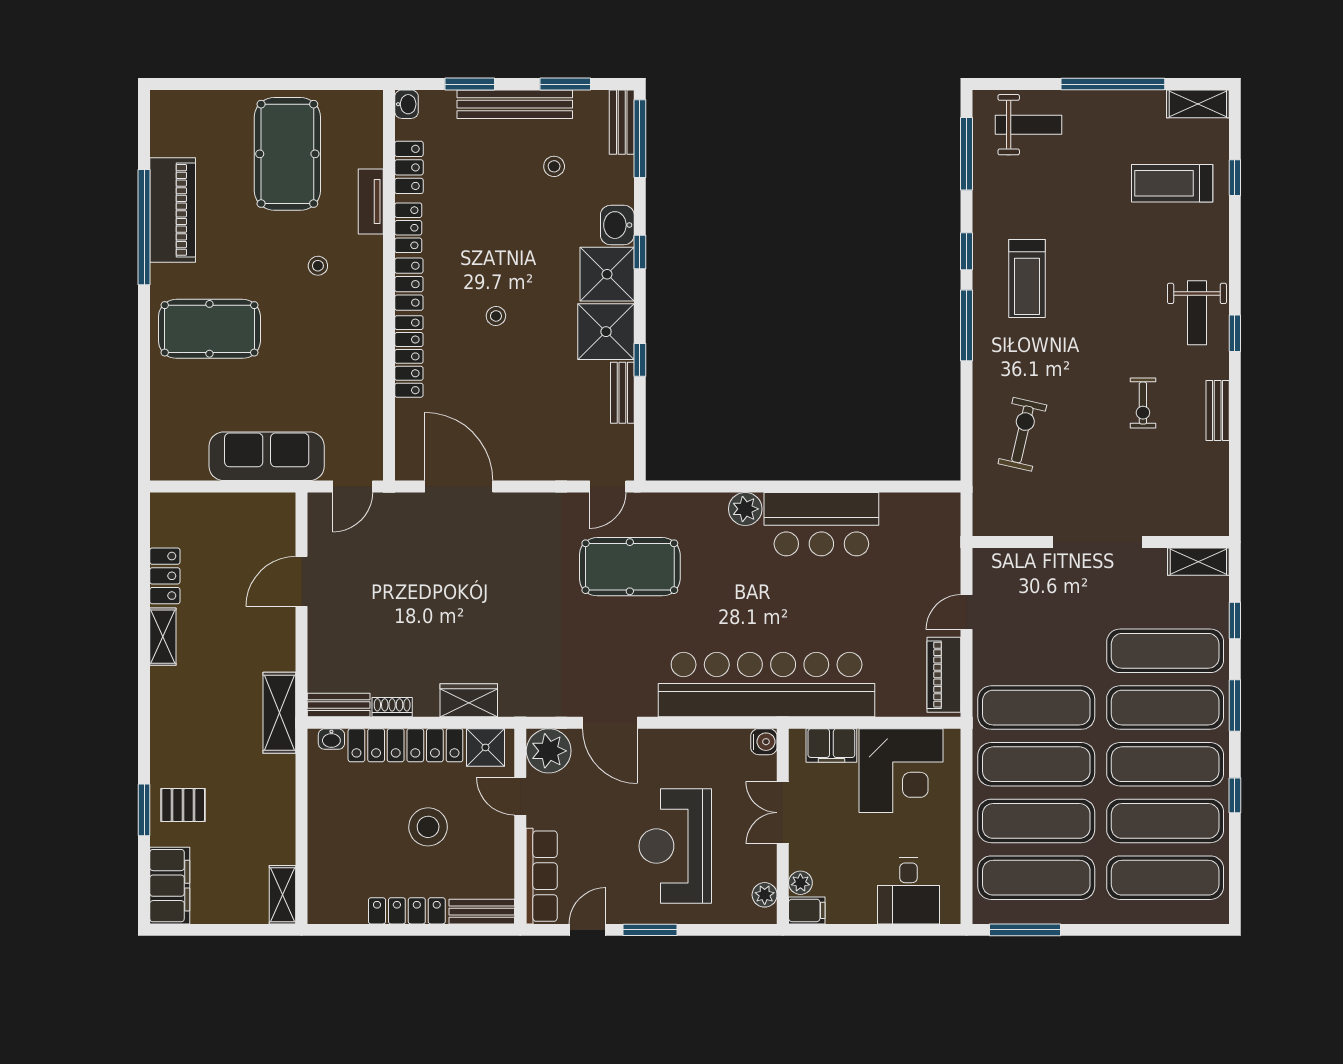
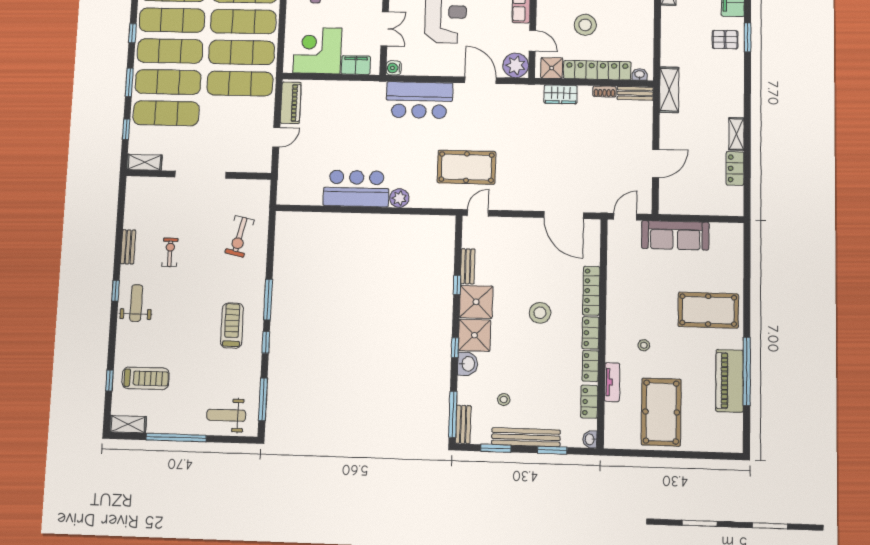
stool: (496, 316) -> (540, 313), width x1.89, depth x1.89
bar counter: (767, 685) -> (419, 100), width x0.54

